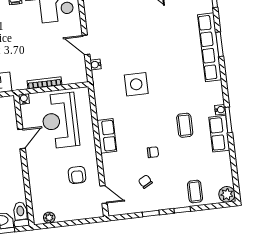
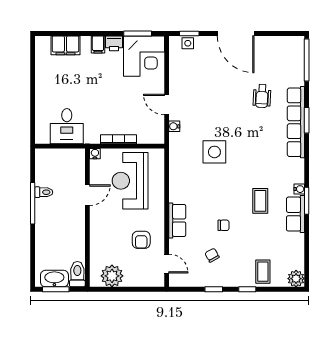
wheelchair: (175, 26) -> (262, 96), added
row of seats: (107, 136) -> (177, 220), moved
plant: (49, 218) -> (112, 276), width x1.88, depth x1.88

